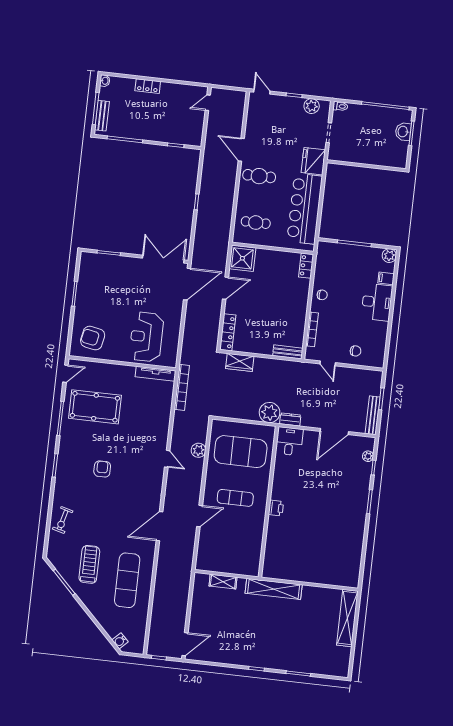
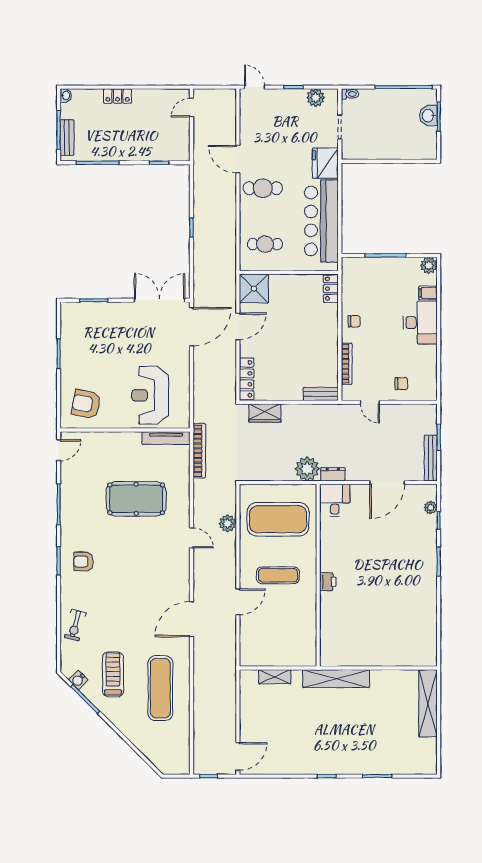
pool table: (95, 407) -> (136, 499), moved
armchair: (102, 469) -> (84, 562), moved, turned -90
water cooler: (120, 641) -> (78, 680), moved

